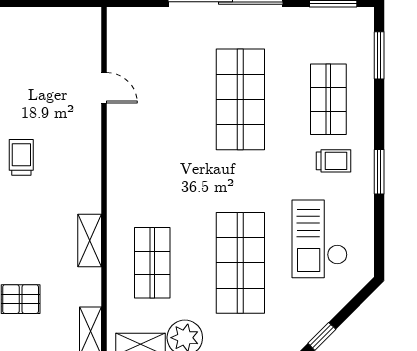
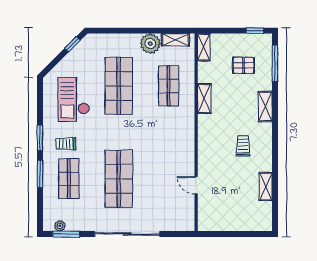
plant: (344, 16) -> (60, 226), added
window: (379, 55) -> (40, 174), moved
trolley: (21, 157) -> (243, 146), turned 180
checkout: (320, 239) -> (74, 100), turned 180

